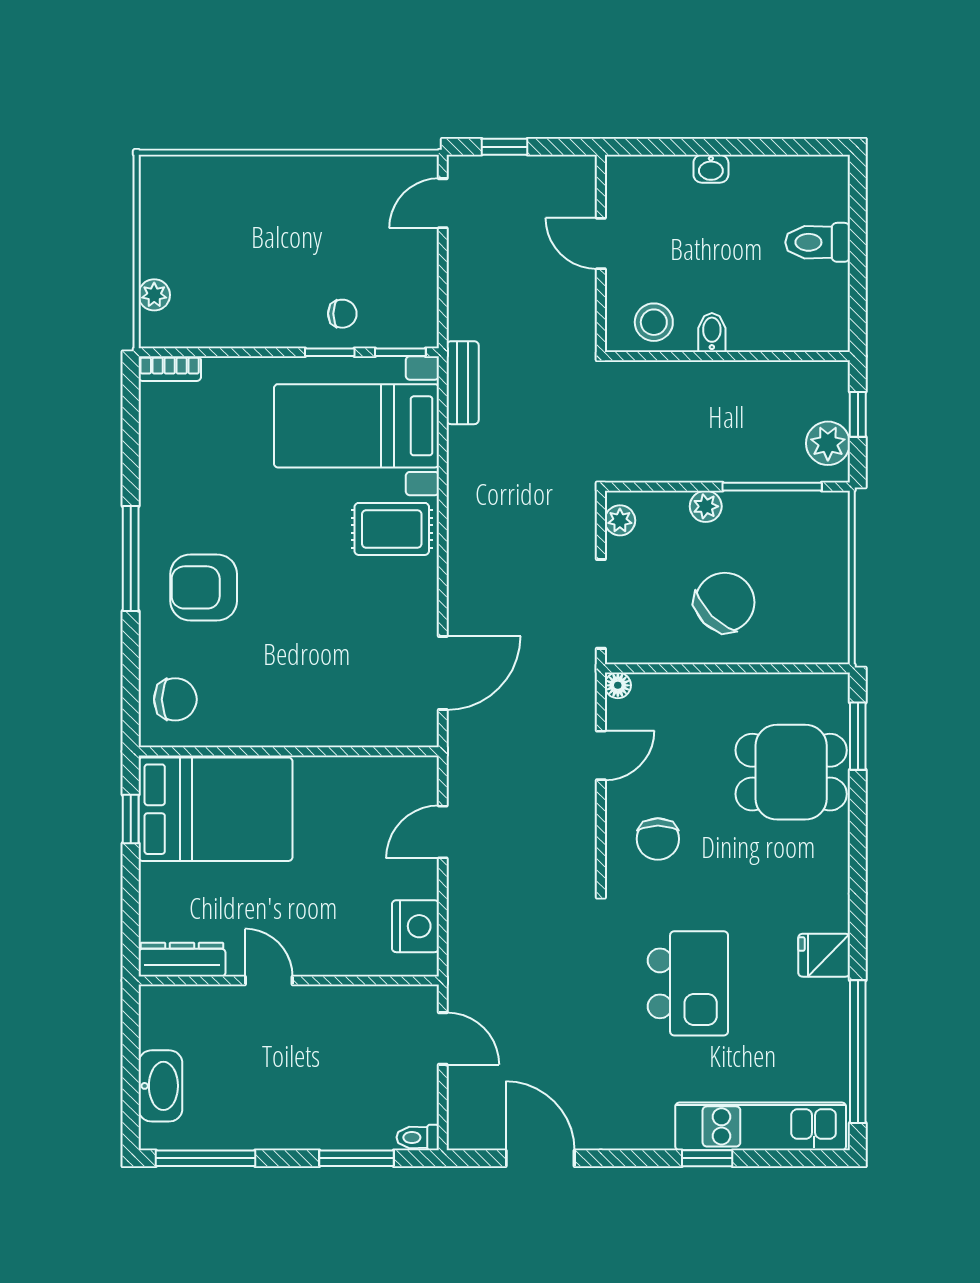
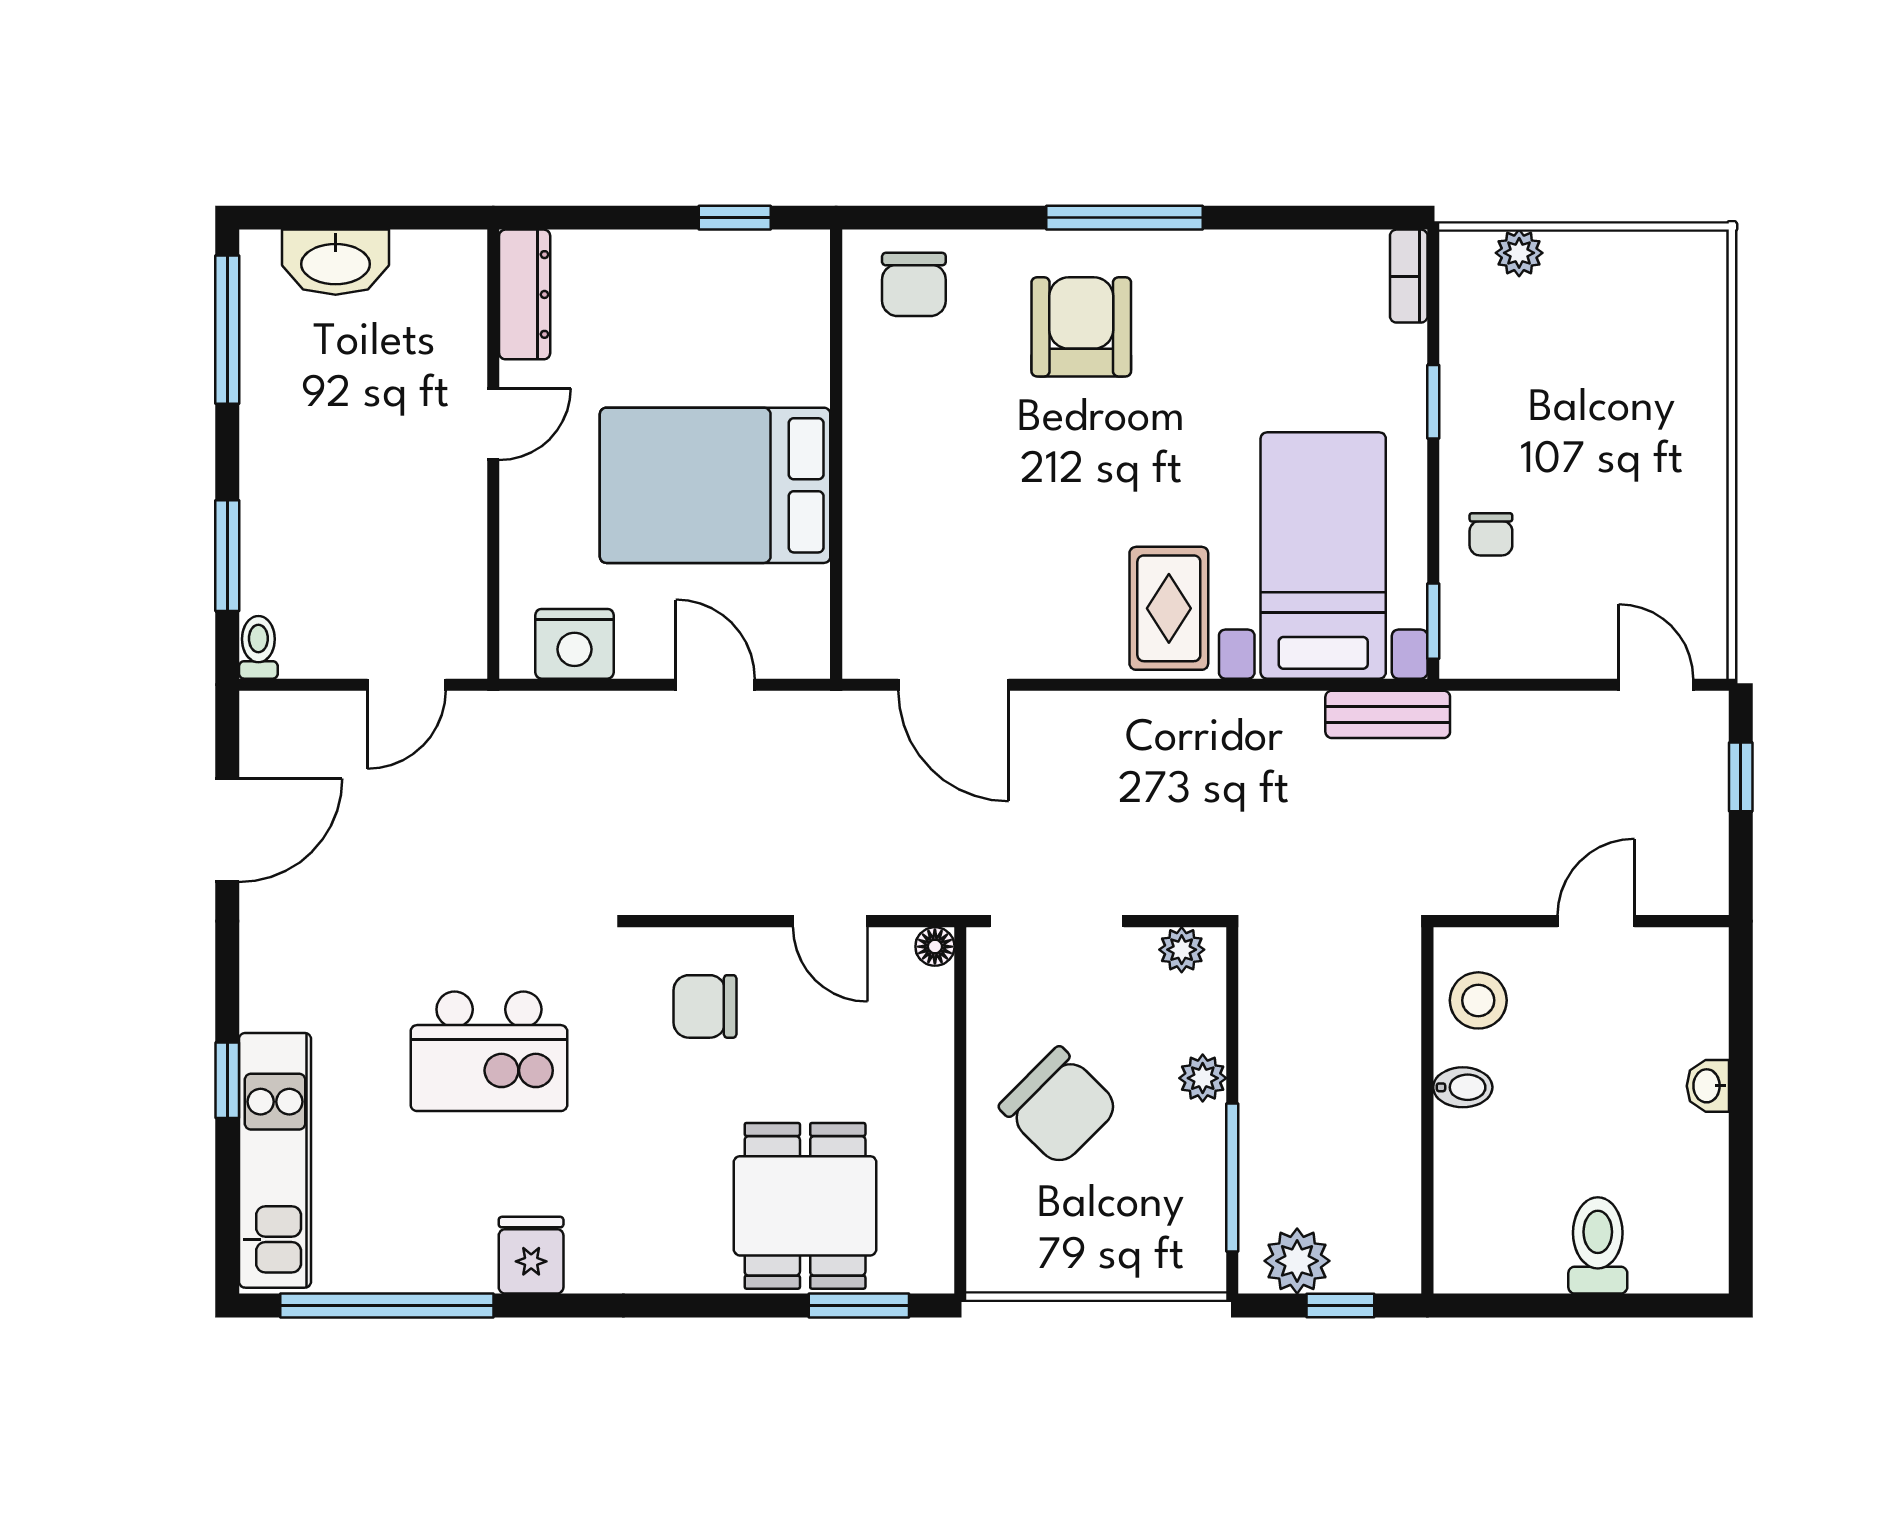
window: (330, 352) -> (1433, 402), moved
bed: (215, 809) -> (715, 485), moved, turned 90

